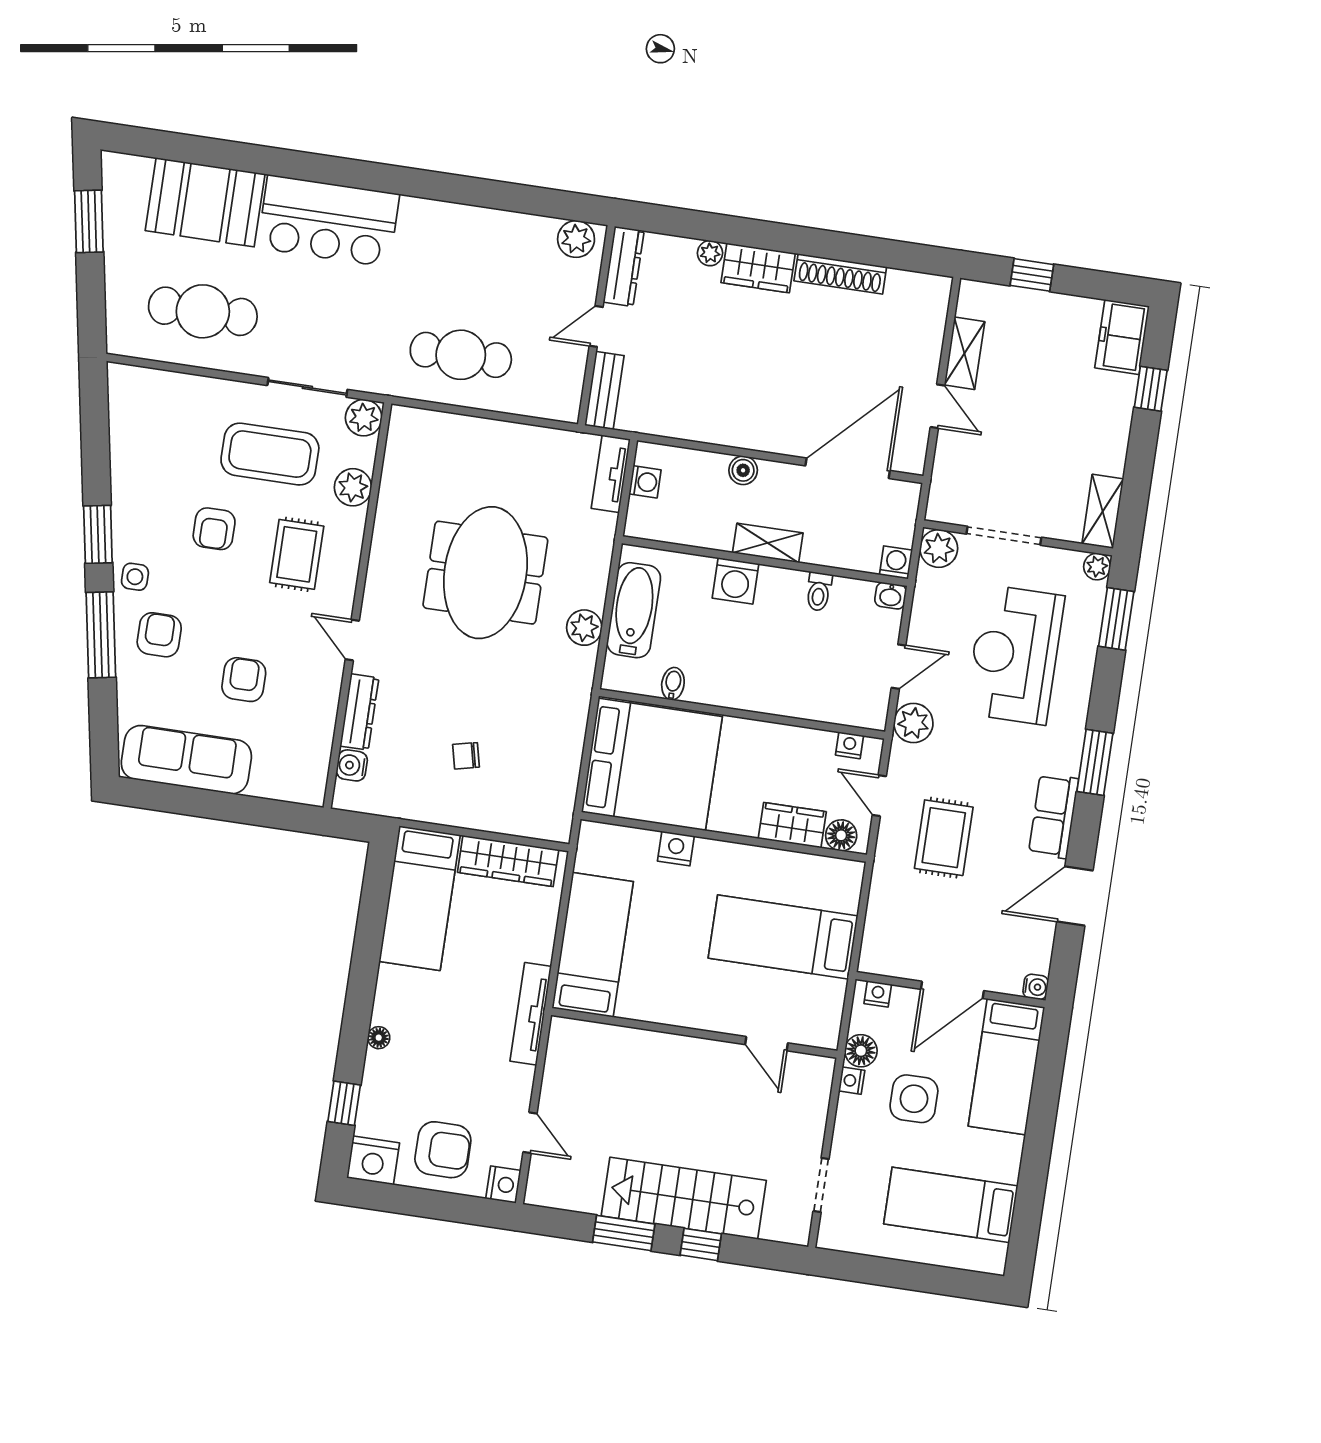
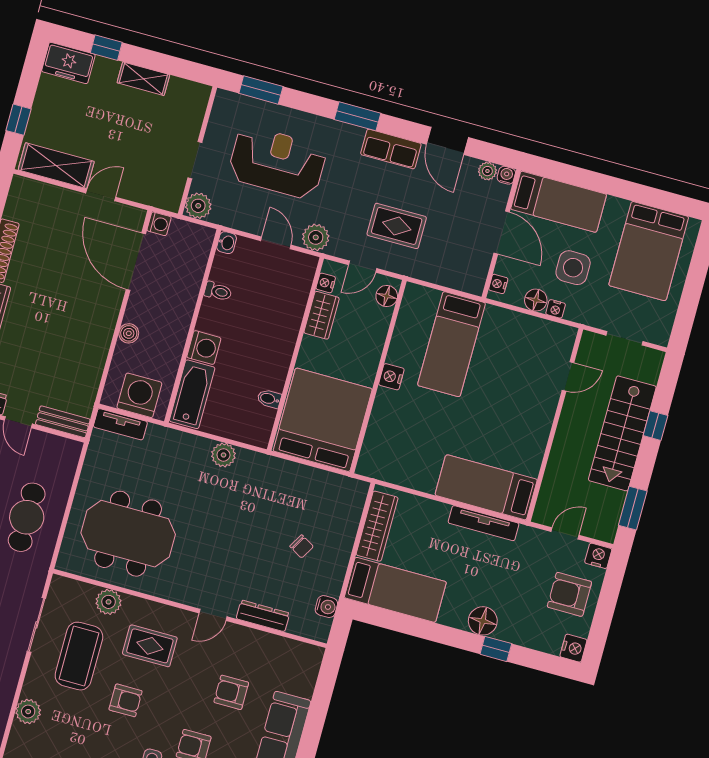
shelving: (964, 353) -> (56, 166), width x1.50, depth x1.33
plant: (364, 418) -> (28, 712), moved
washing machine: (645, 482) -> (139, 395), width x1.89, depth x1.89
shelving: (1103, 511) -> (143, 79), moved
doorway: (1004, 536) -> (195, 160), width x0.73
shelving: (768, 543) -> (180, 322), removed
washing machine: (896, 562) -> (159, 224), moved, turned 180
plant: (1097, 567) -> (487, 171), moved
meeting table: (485, 573) -> (128, 534), moved
bathtub: (634, 610) -> (192, 394), moved, turned 90
reception desk: (1015, 655) -> (277, 162), turned 180
chair: (466, 756) -> (302, 546), turned -47
water cooler: (352, 765) -> (326, 607), moved, turned -90
wardrobe: (792, 825) -> (322, 315), moved, turned 180
nightstand: (676, 848) -> (391, 377), moved
bed: (593, 945) -> (486, 487), moved
wall: (694, 1033) -> (555, 425), moved
floor lamp: (379, 1038) -> (483, 621), width x1.89, depth x1.89
door: (766, 1044) -> (568, 376), moved
window: (344, 1103) -> (496, 649), moved
armchair: (443, 1150) -> (569, 594), turned -90
nightstand: (373, 1160) -> (573, 648), width x0.74, depth x0.75
bed: (951, 1205) -> (649, 251), width x1.50
window: (624, 1233) -> (633, 508), moved

